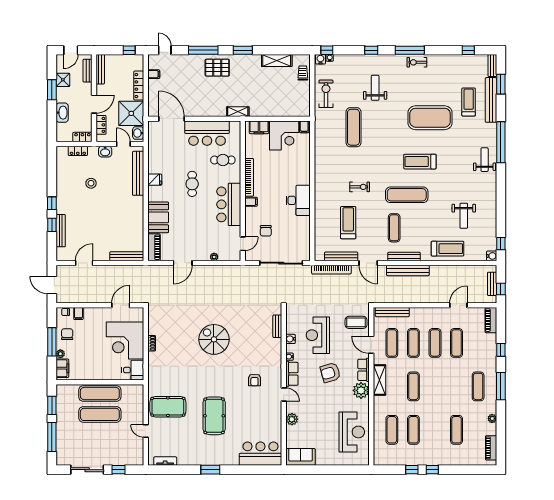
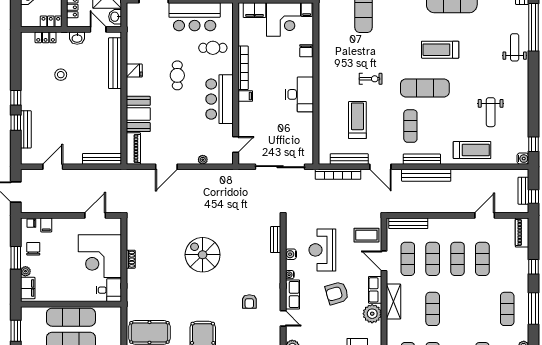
chair: (266, 231) -> (306, 51), moved
window: (52, 342) -> (16, 258), width x0.69

